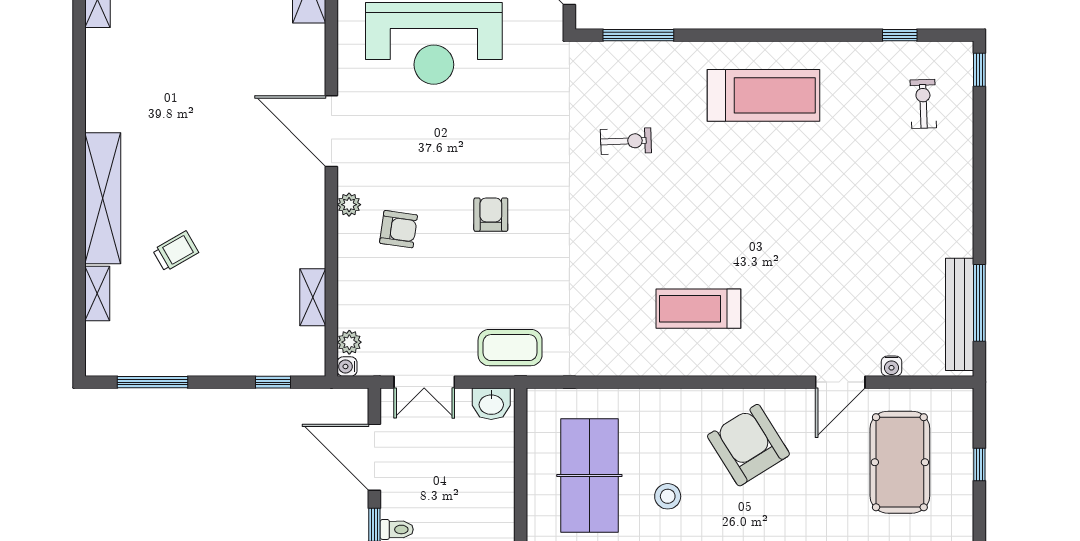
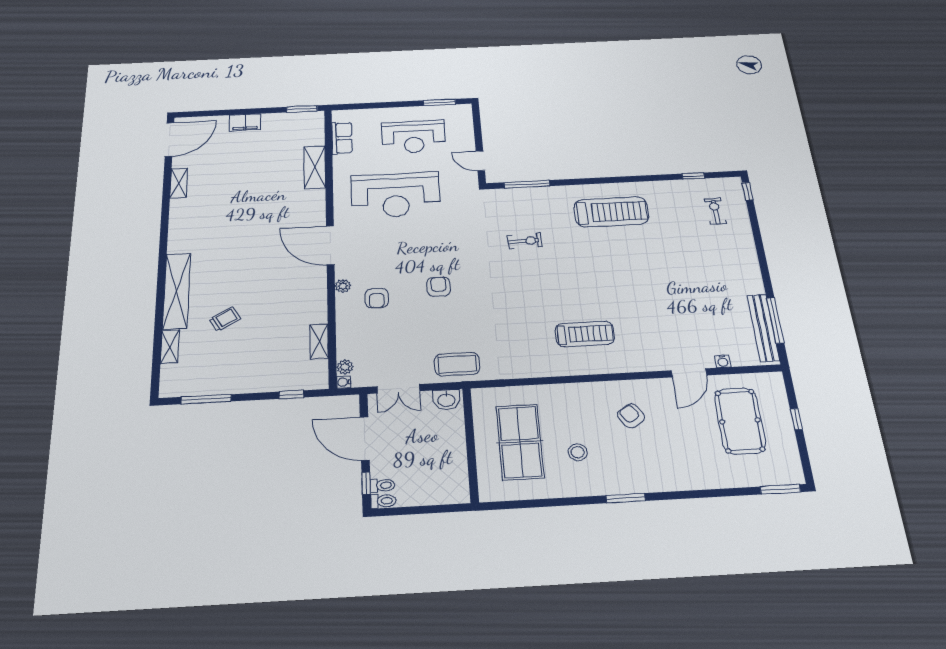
armchair: (399, 229) -> (377, 298), turned 82
treadmill: (698, 309) -> (585, 334), turned 180
armchair: (748, 445) -> (631, 416), width x0.53, depth x0.53

